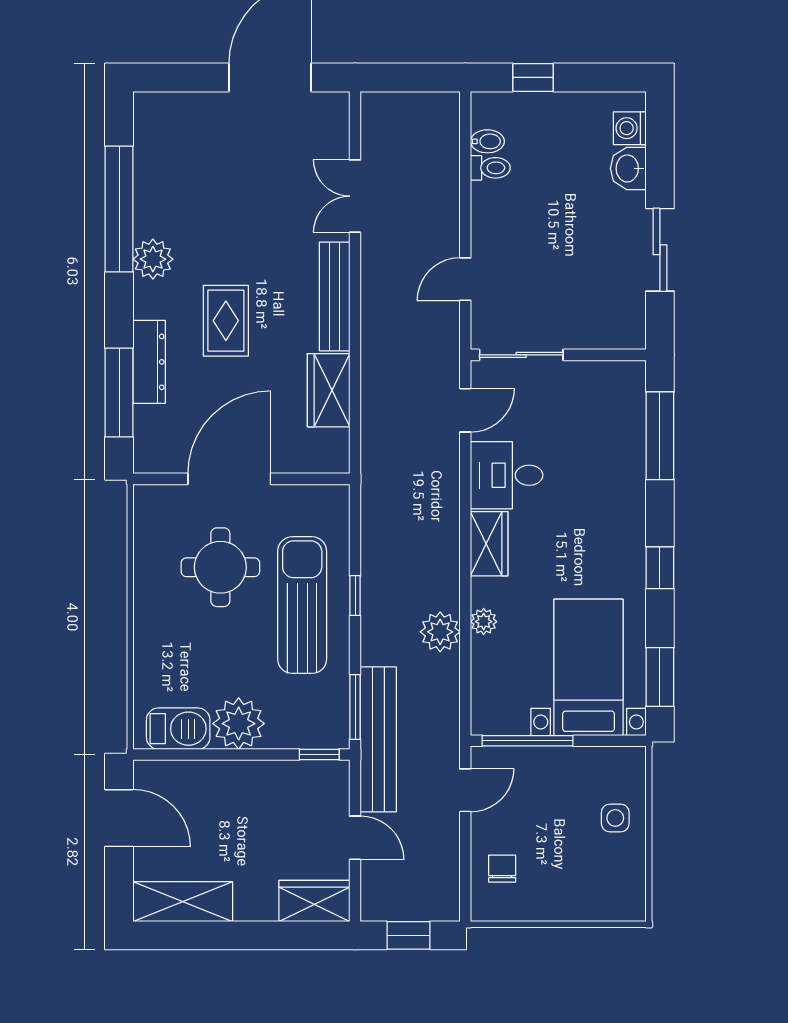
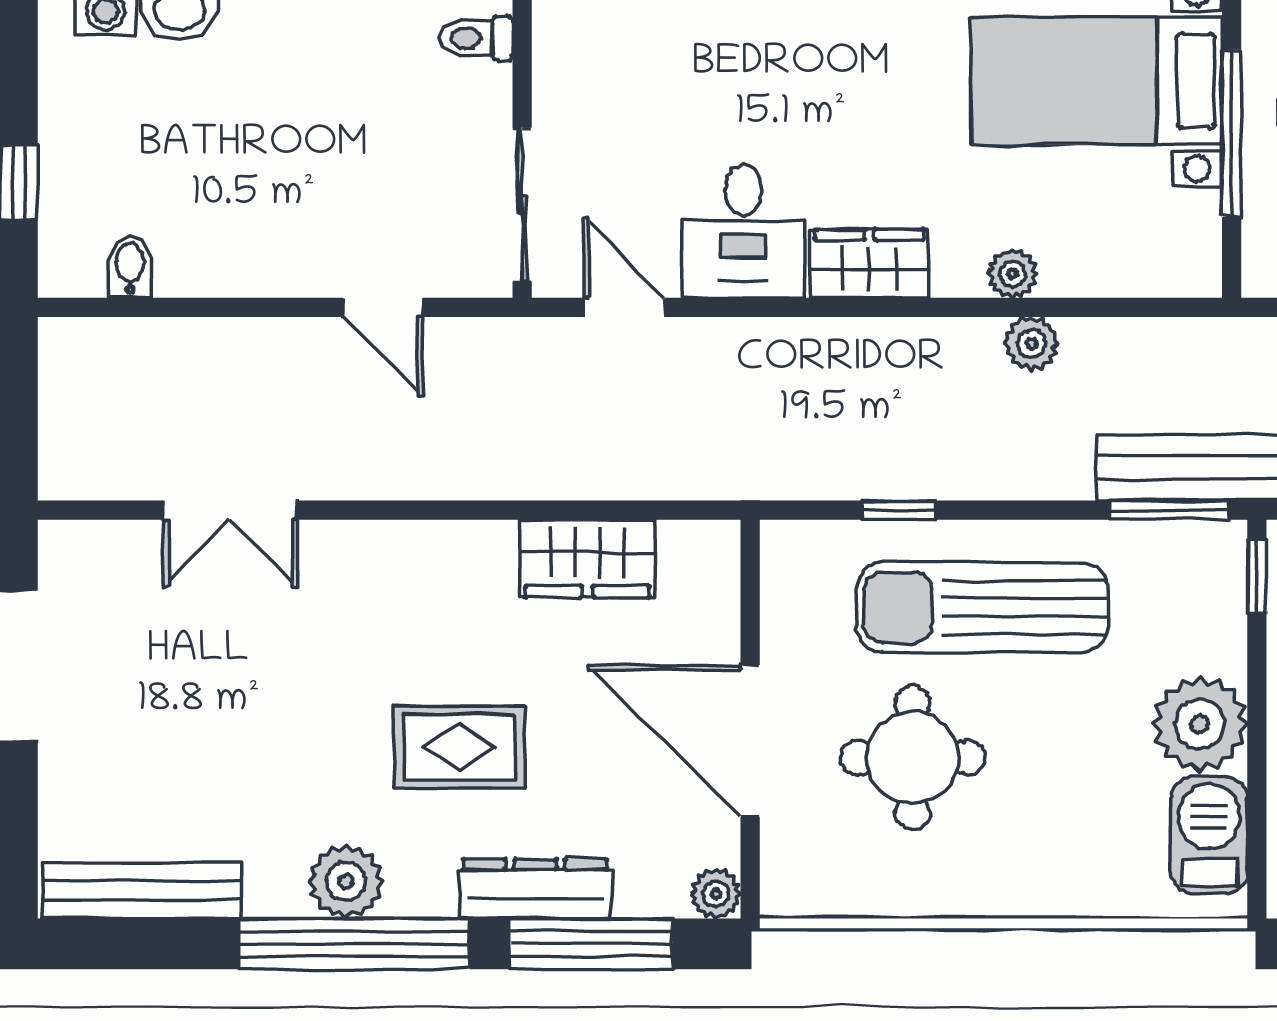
toilet: (490, 168) -> (476, 38), moved, turned -90
window: (119, 209) -> (354, 944), moved
bench: (335, 296) -> (142, 891), moved
plant: (146, 460) -> (716, 894), added
window: (355, 596) -> (899, 510), moved
plant: (440, 632) -> (1031, 344), width x0.73, depth x0.73
window: (528, 741) -> (1232, 133), moved

